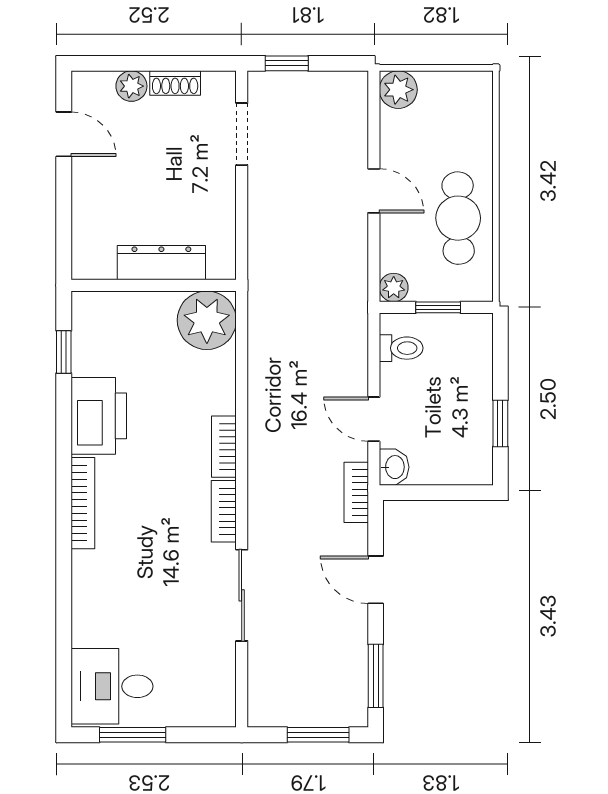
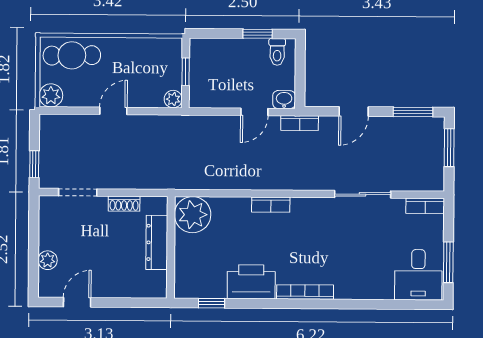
shoe rack: (175, 83) -> (124, 204), moved, turned 90
cafe table: (458, 218) -> (72, 55), moved
toilet: (401, 348) -> (277, 52), moved, turned 180
bookcase: (224, 511) -> (425, 206), moved

